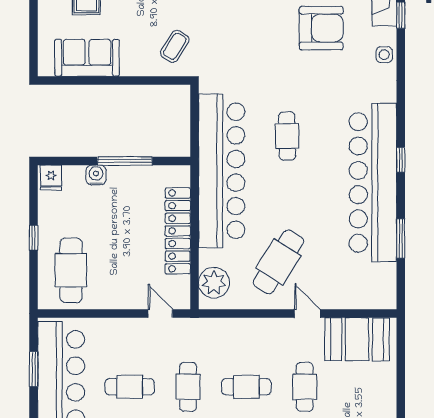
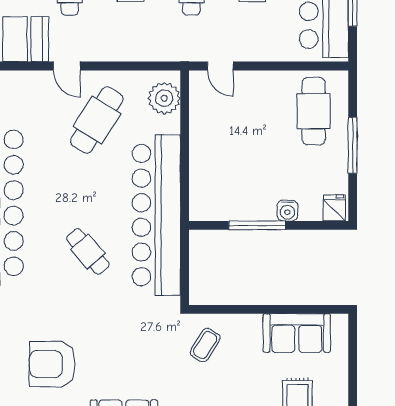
cafe table: (287, 136) -> (88, 251), turned -40
locker: (178, 231) -> (202, 152), removed
window: (34, 238) -> (353, 145), width x2.17

